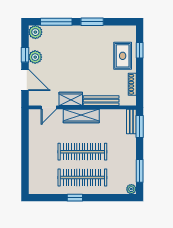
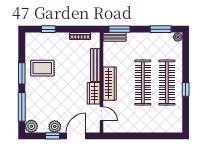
rug: (123, 56) -> (42, 68), moved

